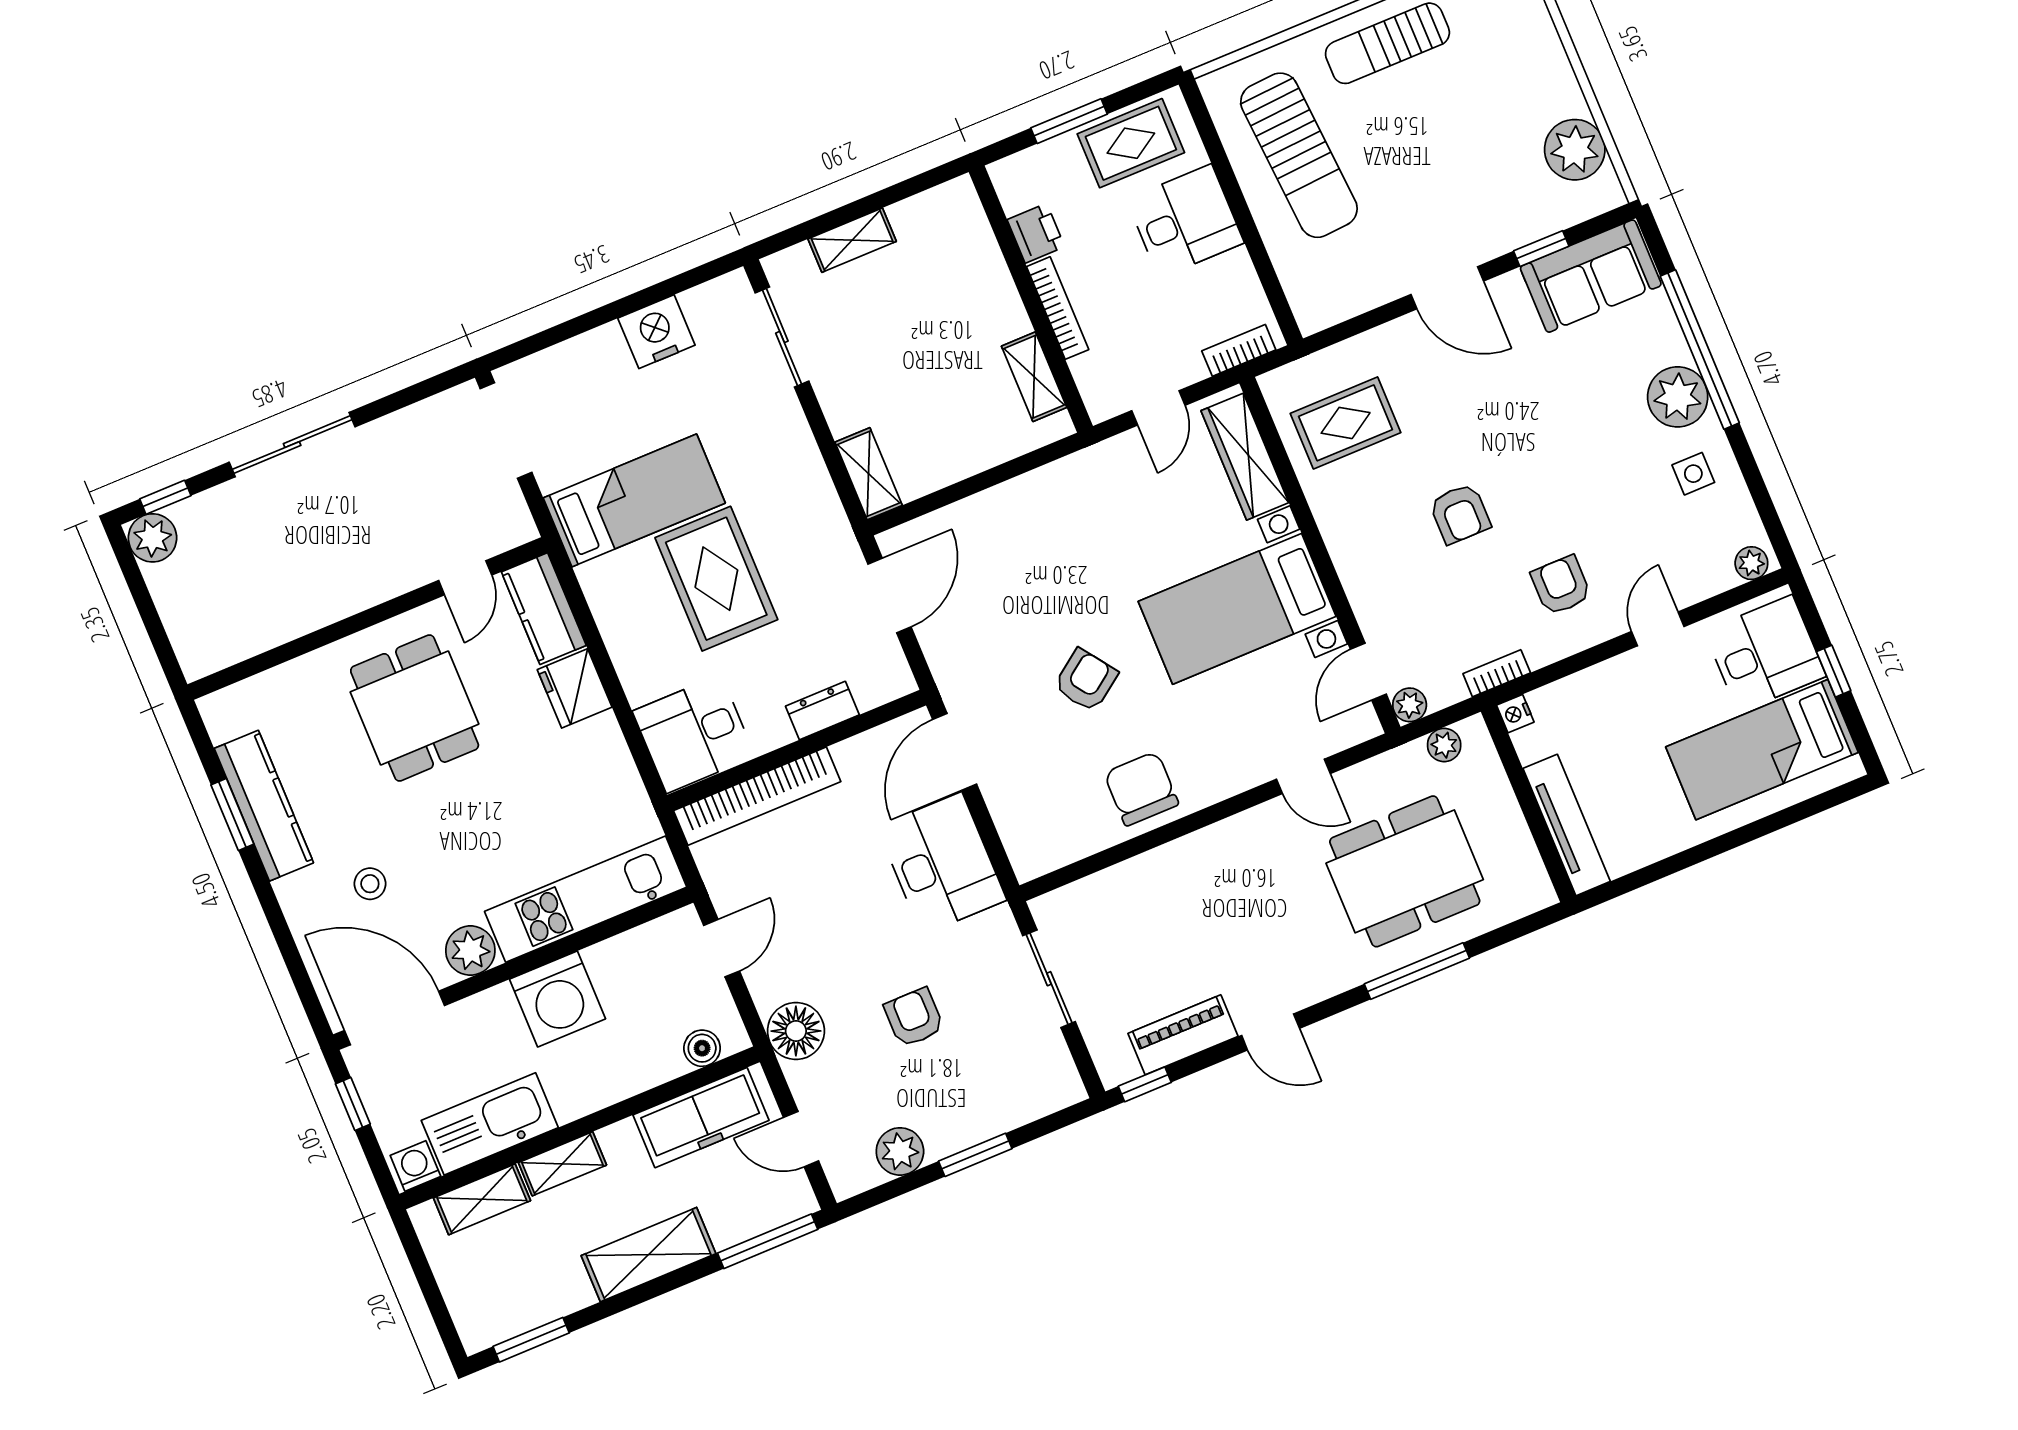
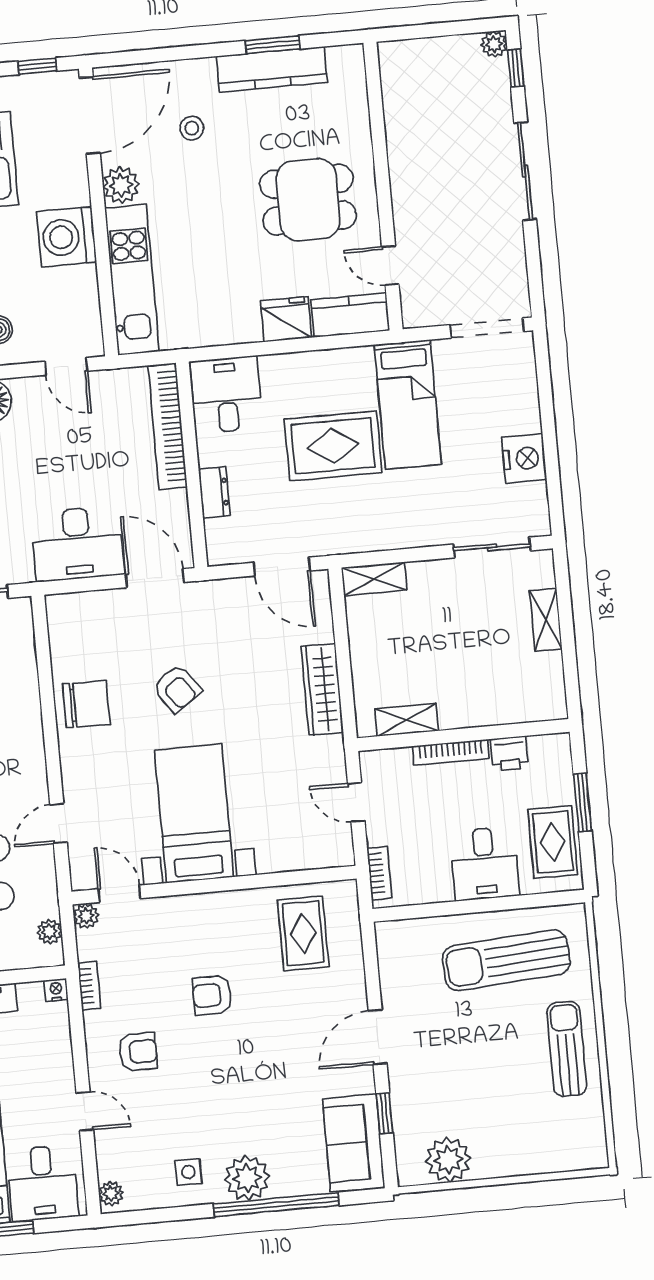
wardrobe: (1245, 457) -> (322, 689), moved, turned -90
plant: (153, 538) -> (494, 44), width x0.73, depth x0.73

